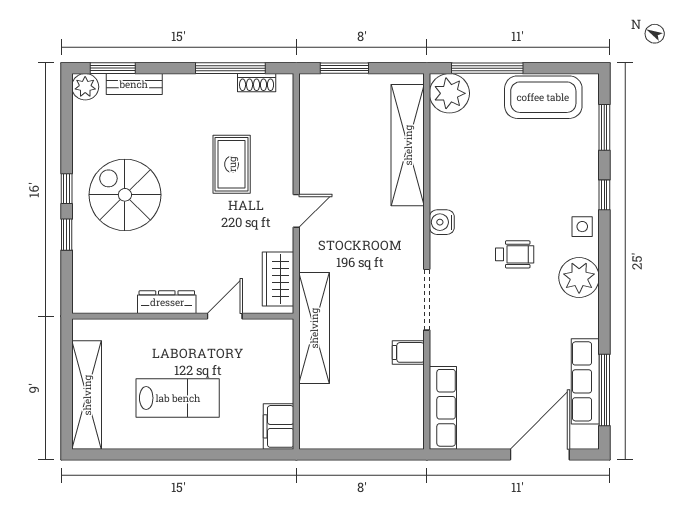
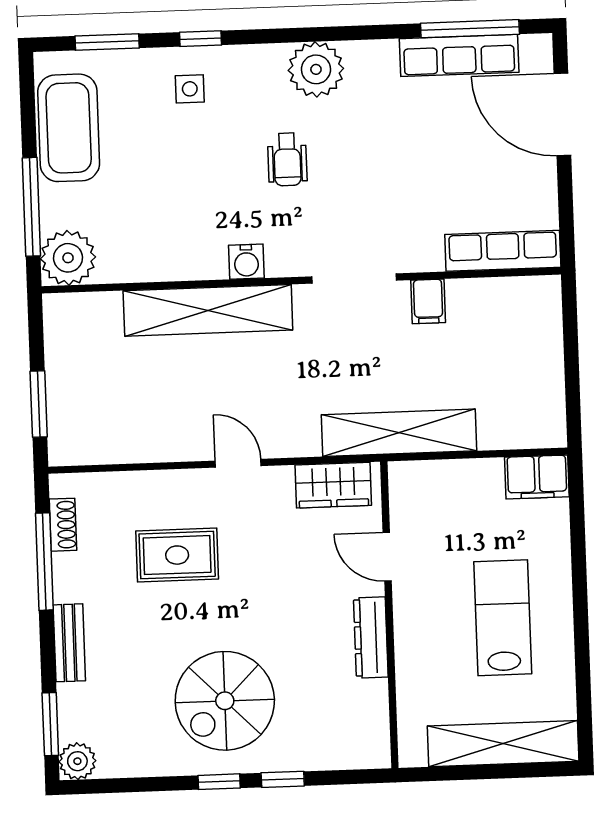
bench: (134, 84) -> (69, 643), moved
shelving: (408, 145) -> (208, 310), moved
side table: (582, 227) -> (190, 89), moved
wheelchair: (515, 254) -> (287, 159), turned 180

